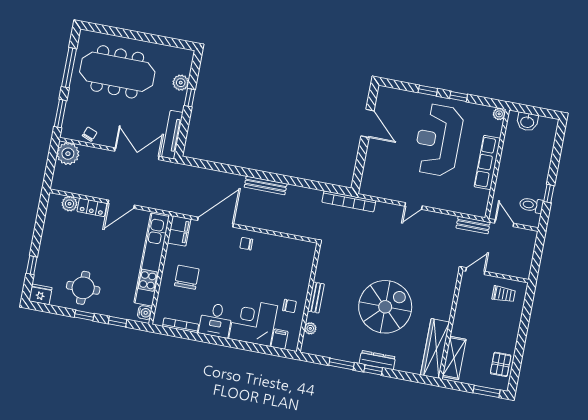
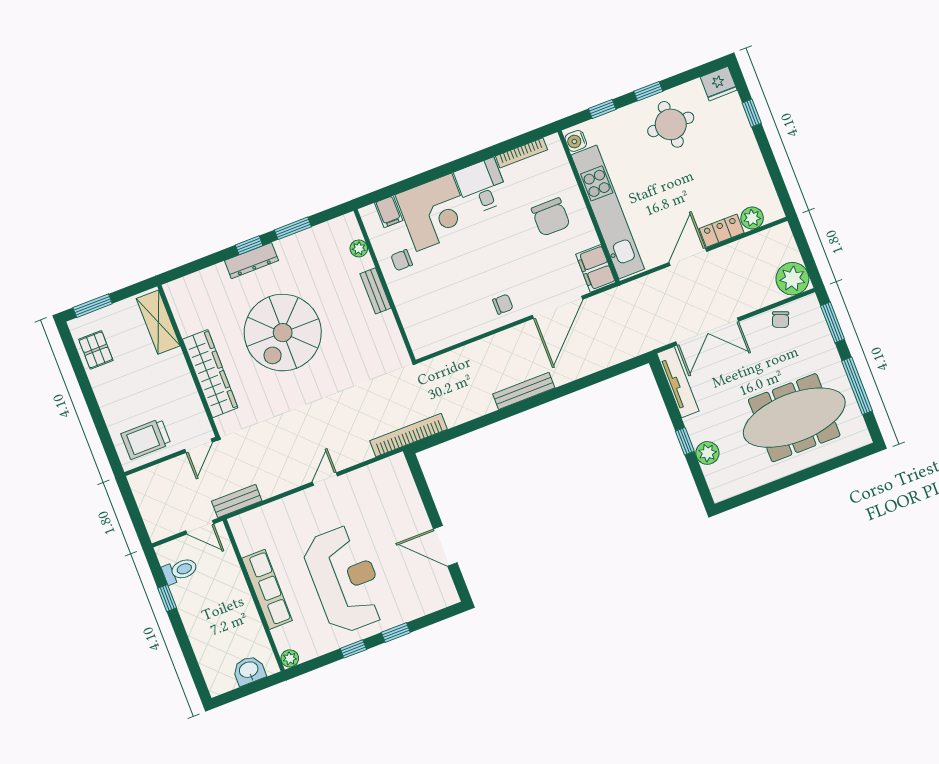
trolley: (504, 294) -> (146, 439), width x1.36, depth x1.39
wardrobe: (435, 348) -> (210, 374), moved

